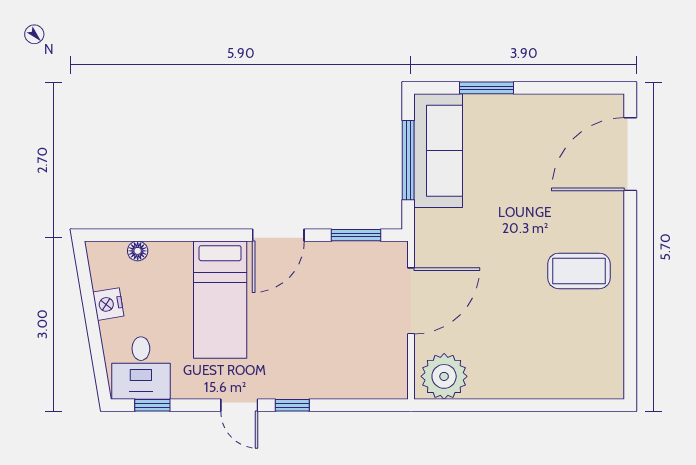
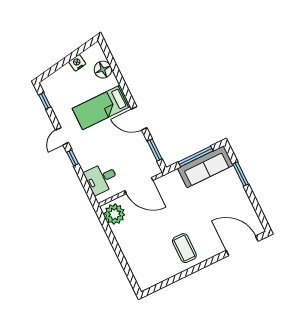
floor lamp: (138, 251) -> (103, 70), width x1.89, depth x1.89
desk: (141, 368) -> (101, 178), moved

